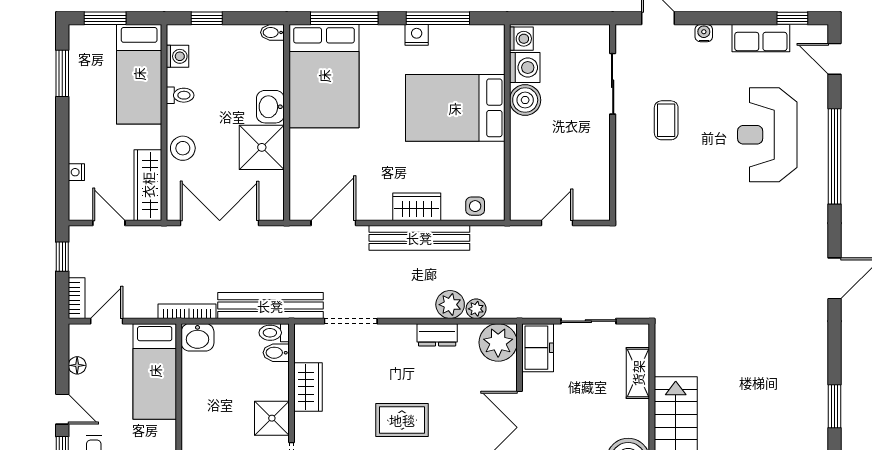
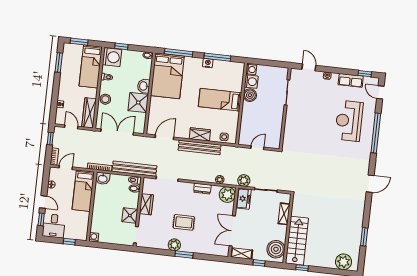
washing machine: (178, 56) -> (112, 57), width x1.89, depth x1.89
bed: (455, 108) -> (220, 100), width x0.67
coffee table: (666, 120) -> (308, 110), removed
plant: (450, 305) -> (244, 180), moved

